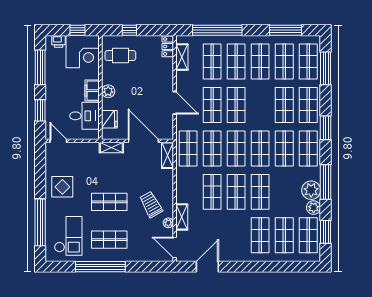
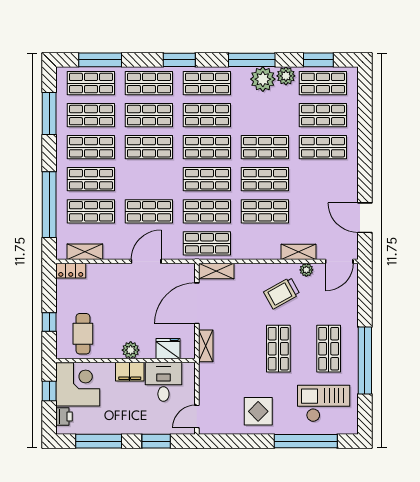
shop shelf: (236, 105) -> (149, 147), moved

